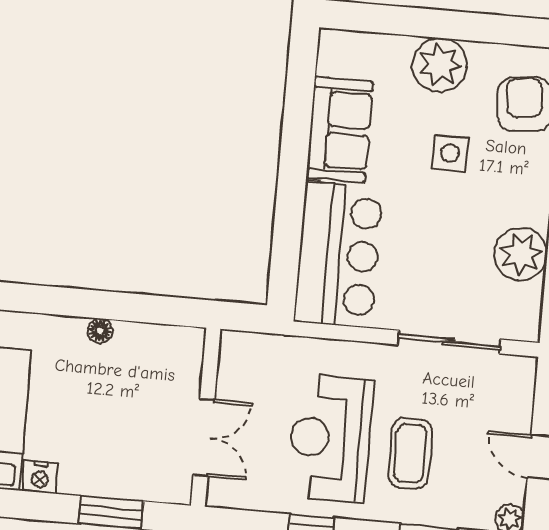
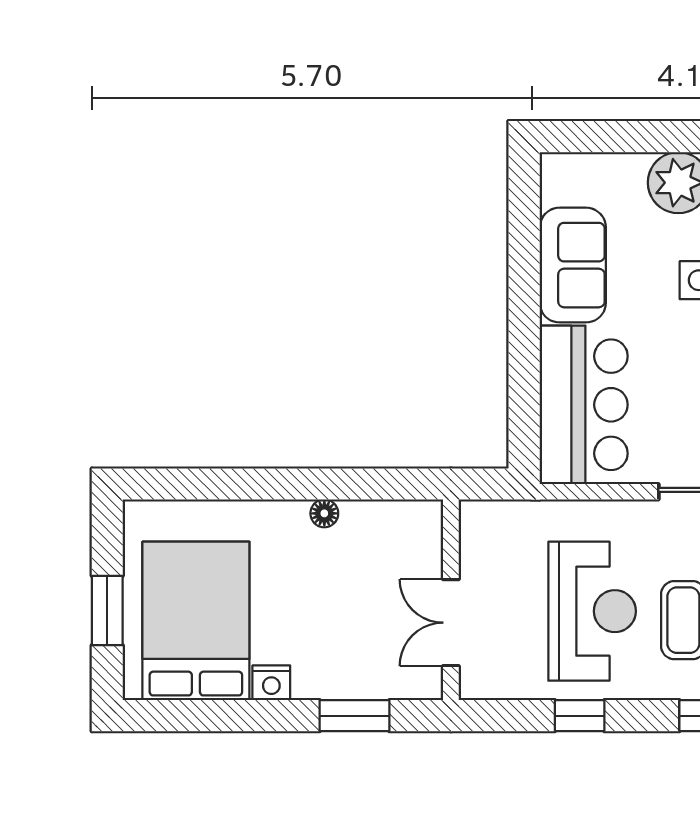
double door: (204, 437) -> (451, 623), swing flipped
reception desk: (330, 438) -> (592, 611), turned 180

